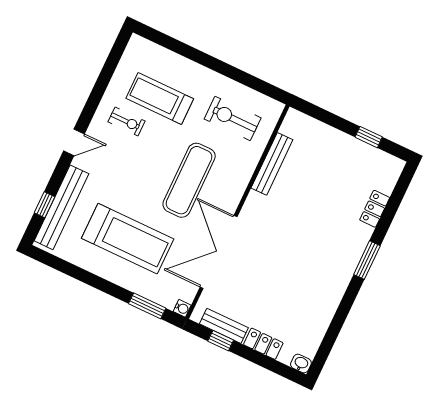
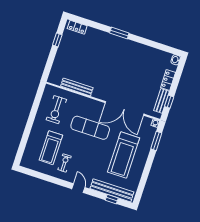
locker: (375, 209) -> (77, 27), moved
treadmill: (128, 239) -> (124, 155), turned 180

